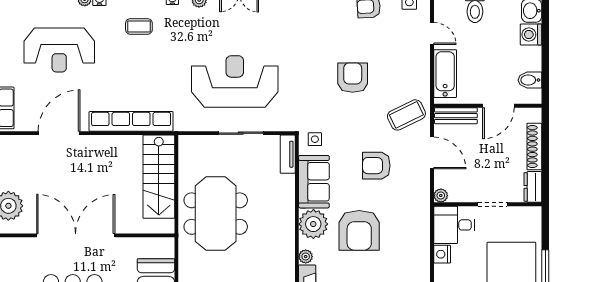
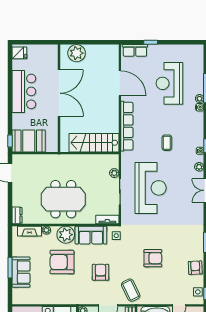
coffee table: (139, 26) -> (167, 143), moved
plant: (210, 143) -> (114, 173), added
meeting table: (216, 214) -> (63, 199), moved

